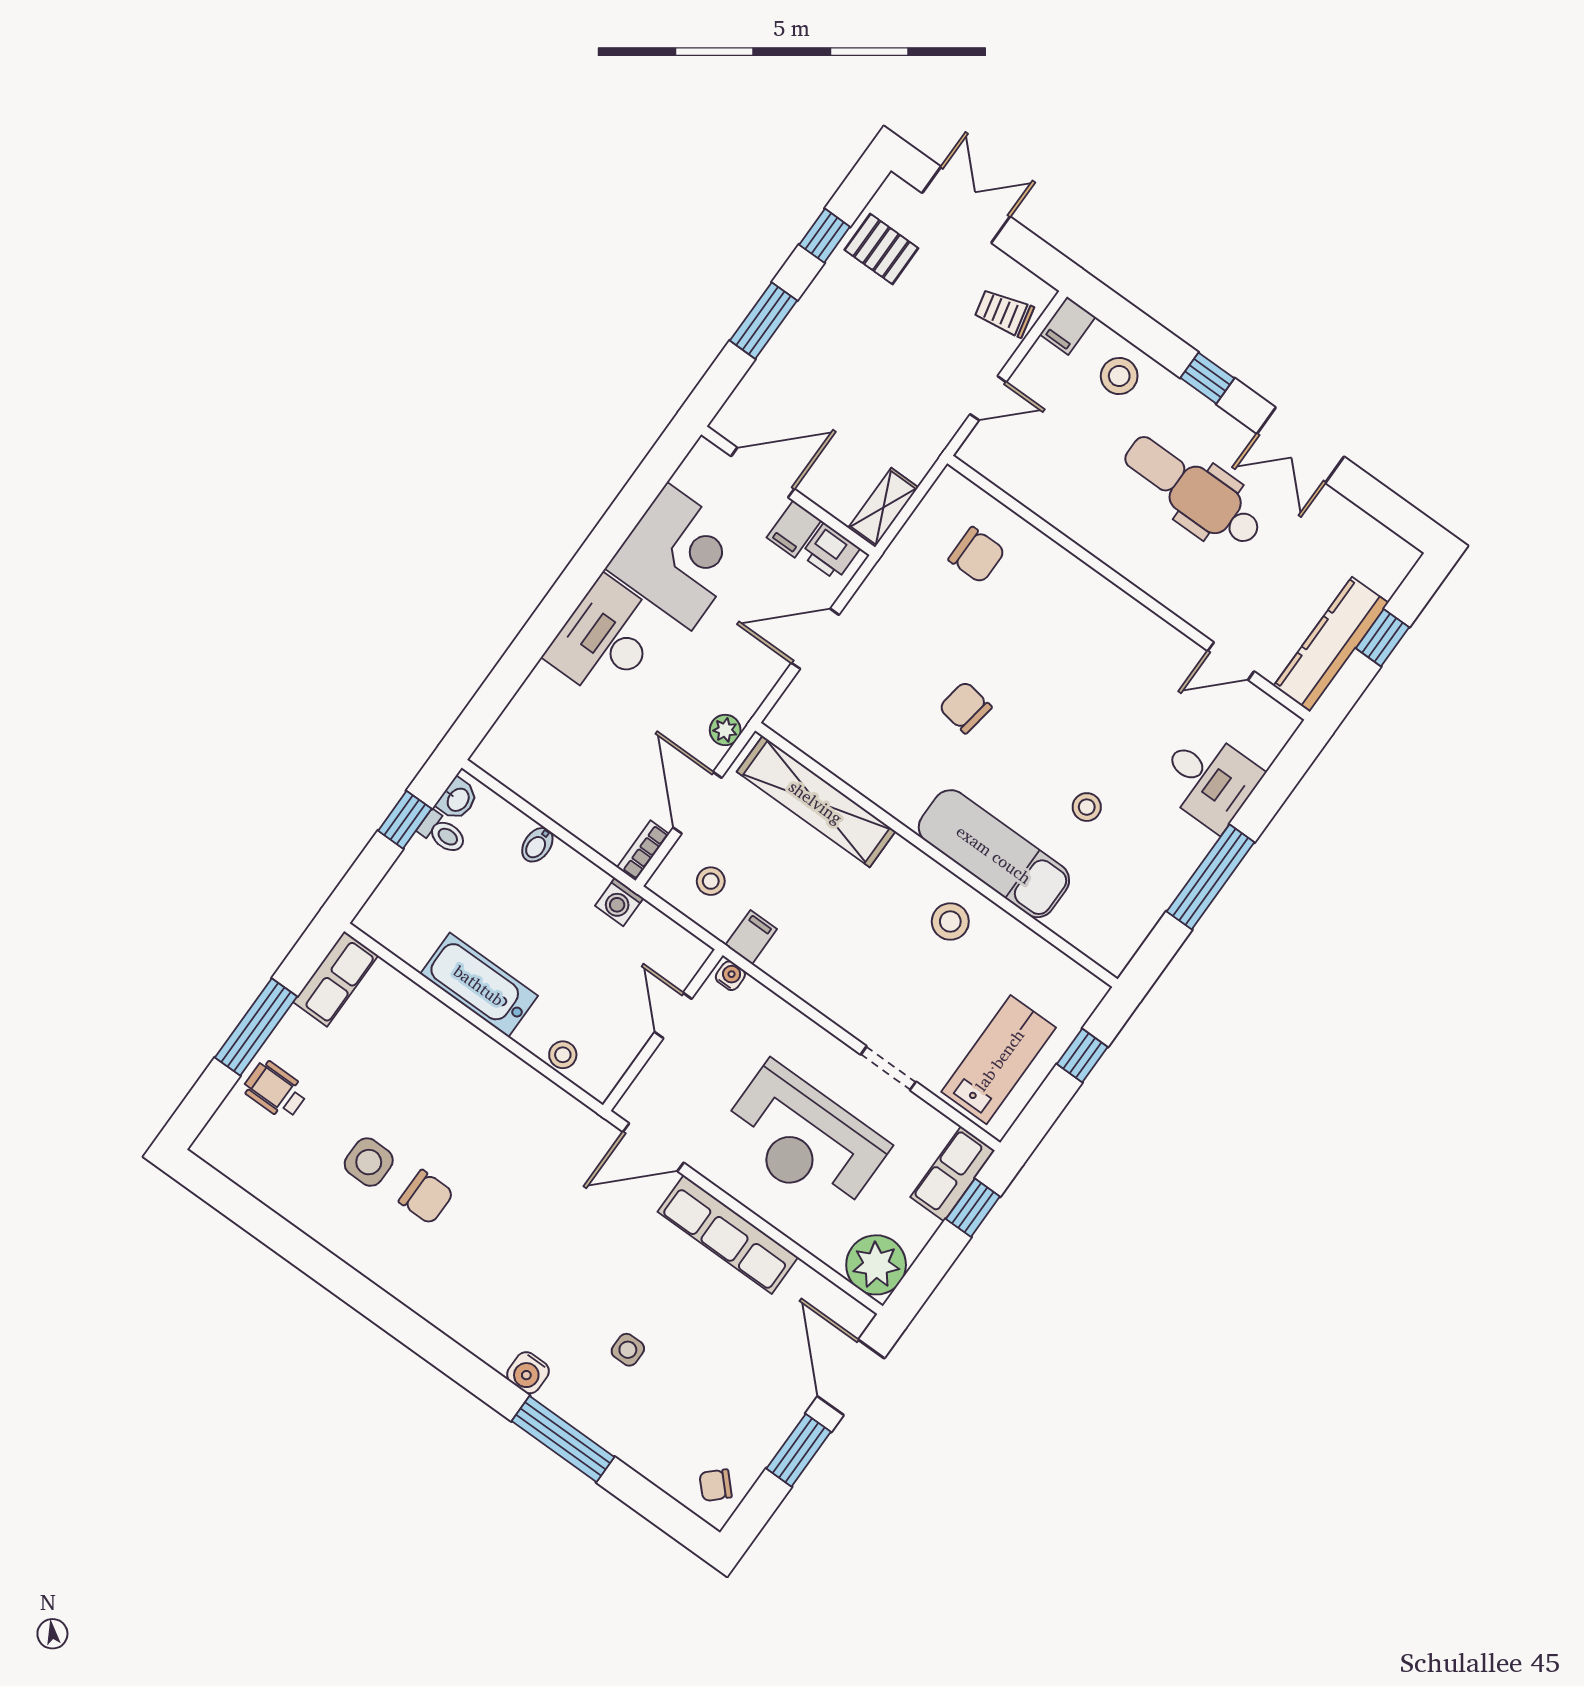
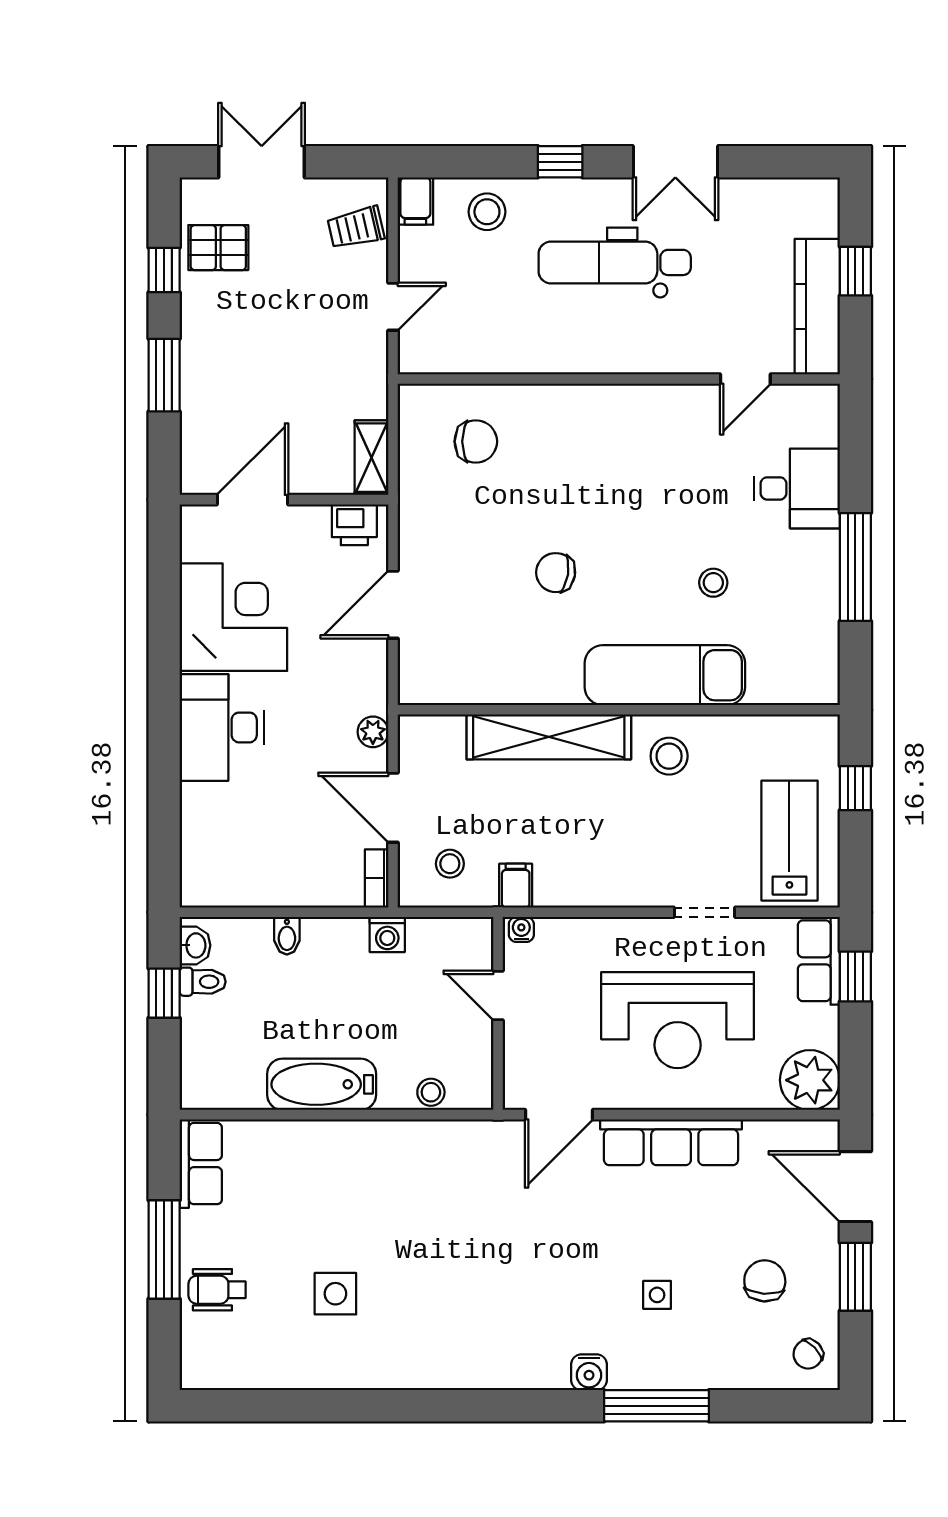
filing cabinet: (794, 529) -> (311, 527), removed
shelving: (816, 802) -> (549, 737), moved
chair: (426, 1197) -> (765, 1281), moved, turned -86

